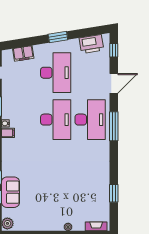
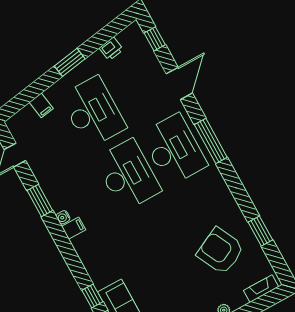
printer: (91, 44) -> (111, 49), width x0.53, depth x0.68
filing cabinet: (23, 53) -> (41, 105), width x0.50
armchair: (85, 192) -> (220, 251), added

